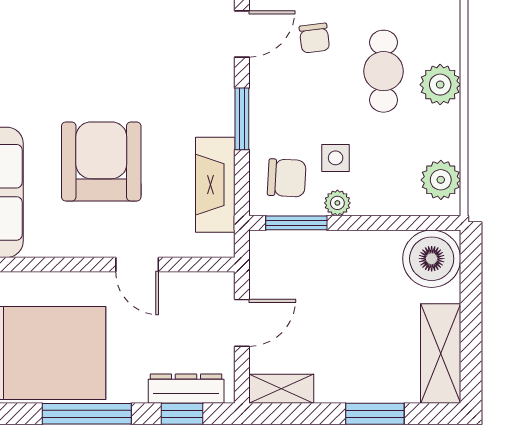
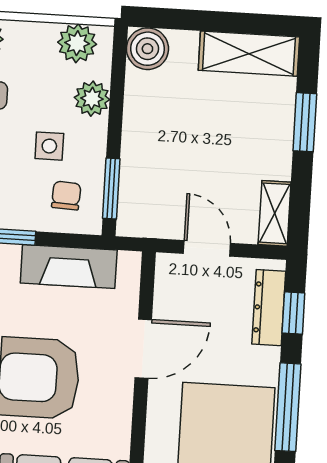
chair: (287, 178) -> (66, 196), width x0.73, depth x0.73
plant: (337, 203) -> (92, 99), moved, width x1.38, depth x1.38
boiler: (432, 259) -> (147, 49), width x0.73, depth x0.73
door: (137, 265) -> (143, 349), width x1.38

